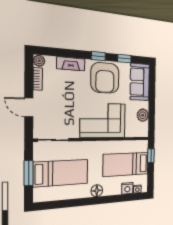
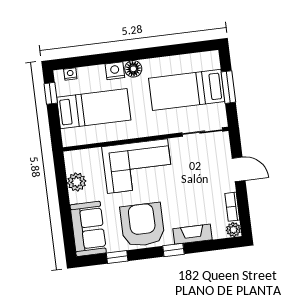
window: (98, 56) -> (173, 250), moved
window: (151, 156) -> (51, 93), moved
nightstand: (127, 188) -> (115, 71), moved

